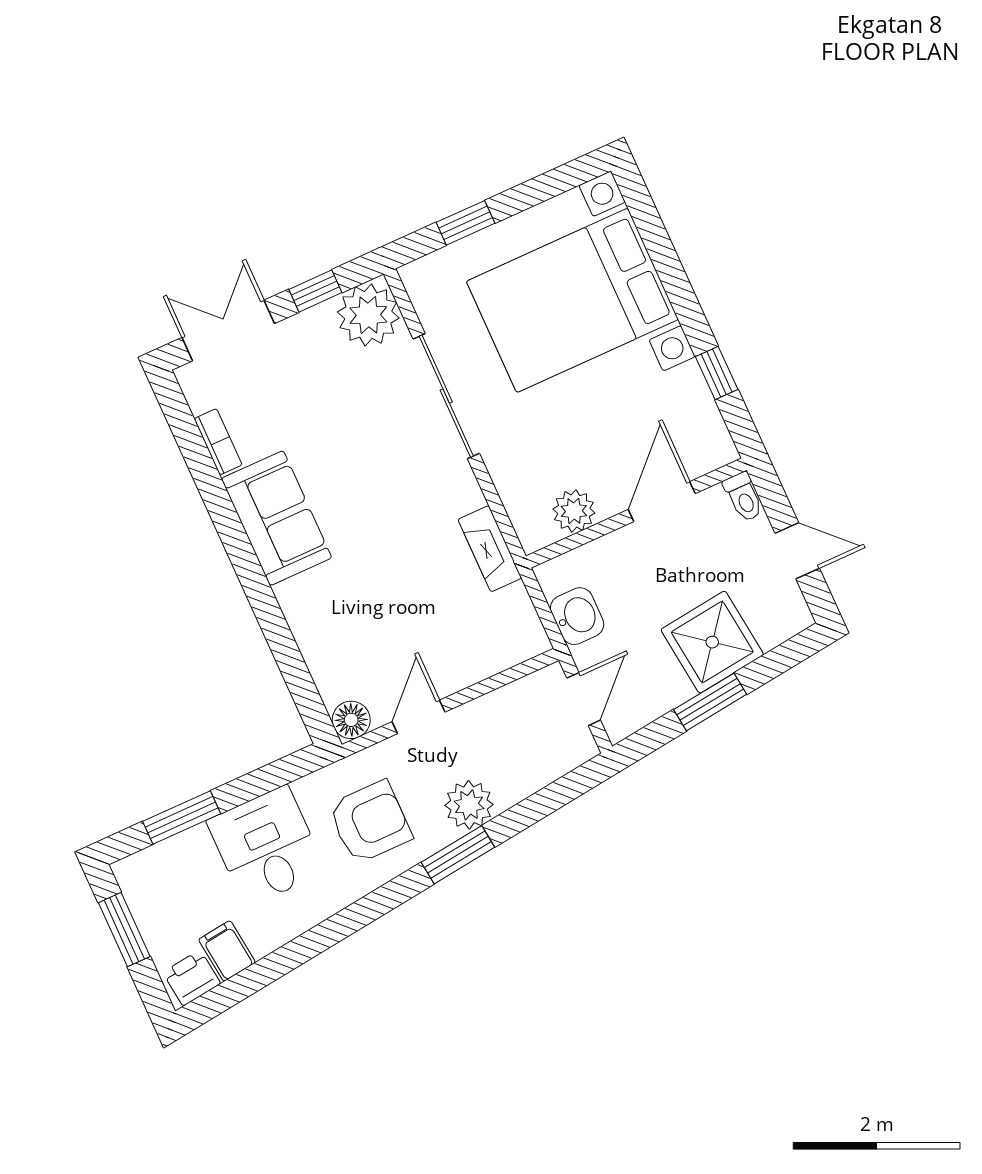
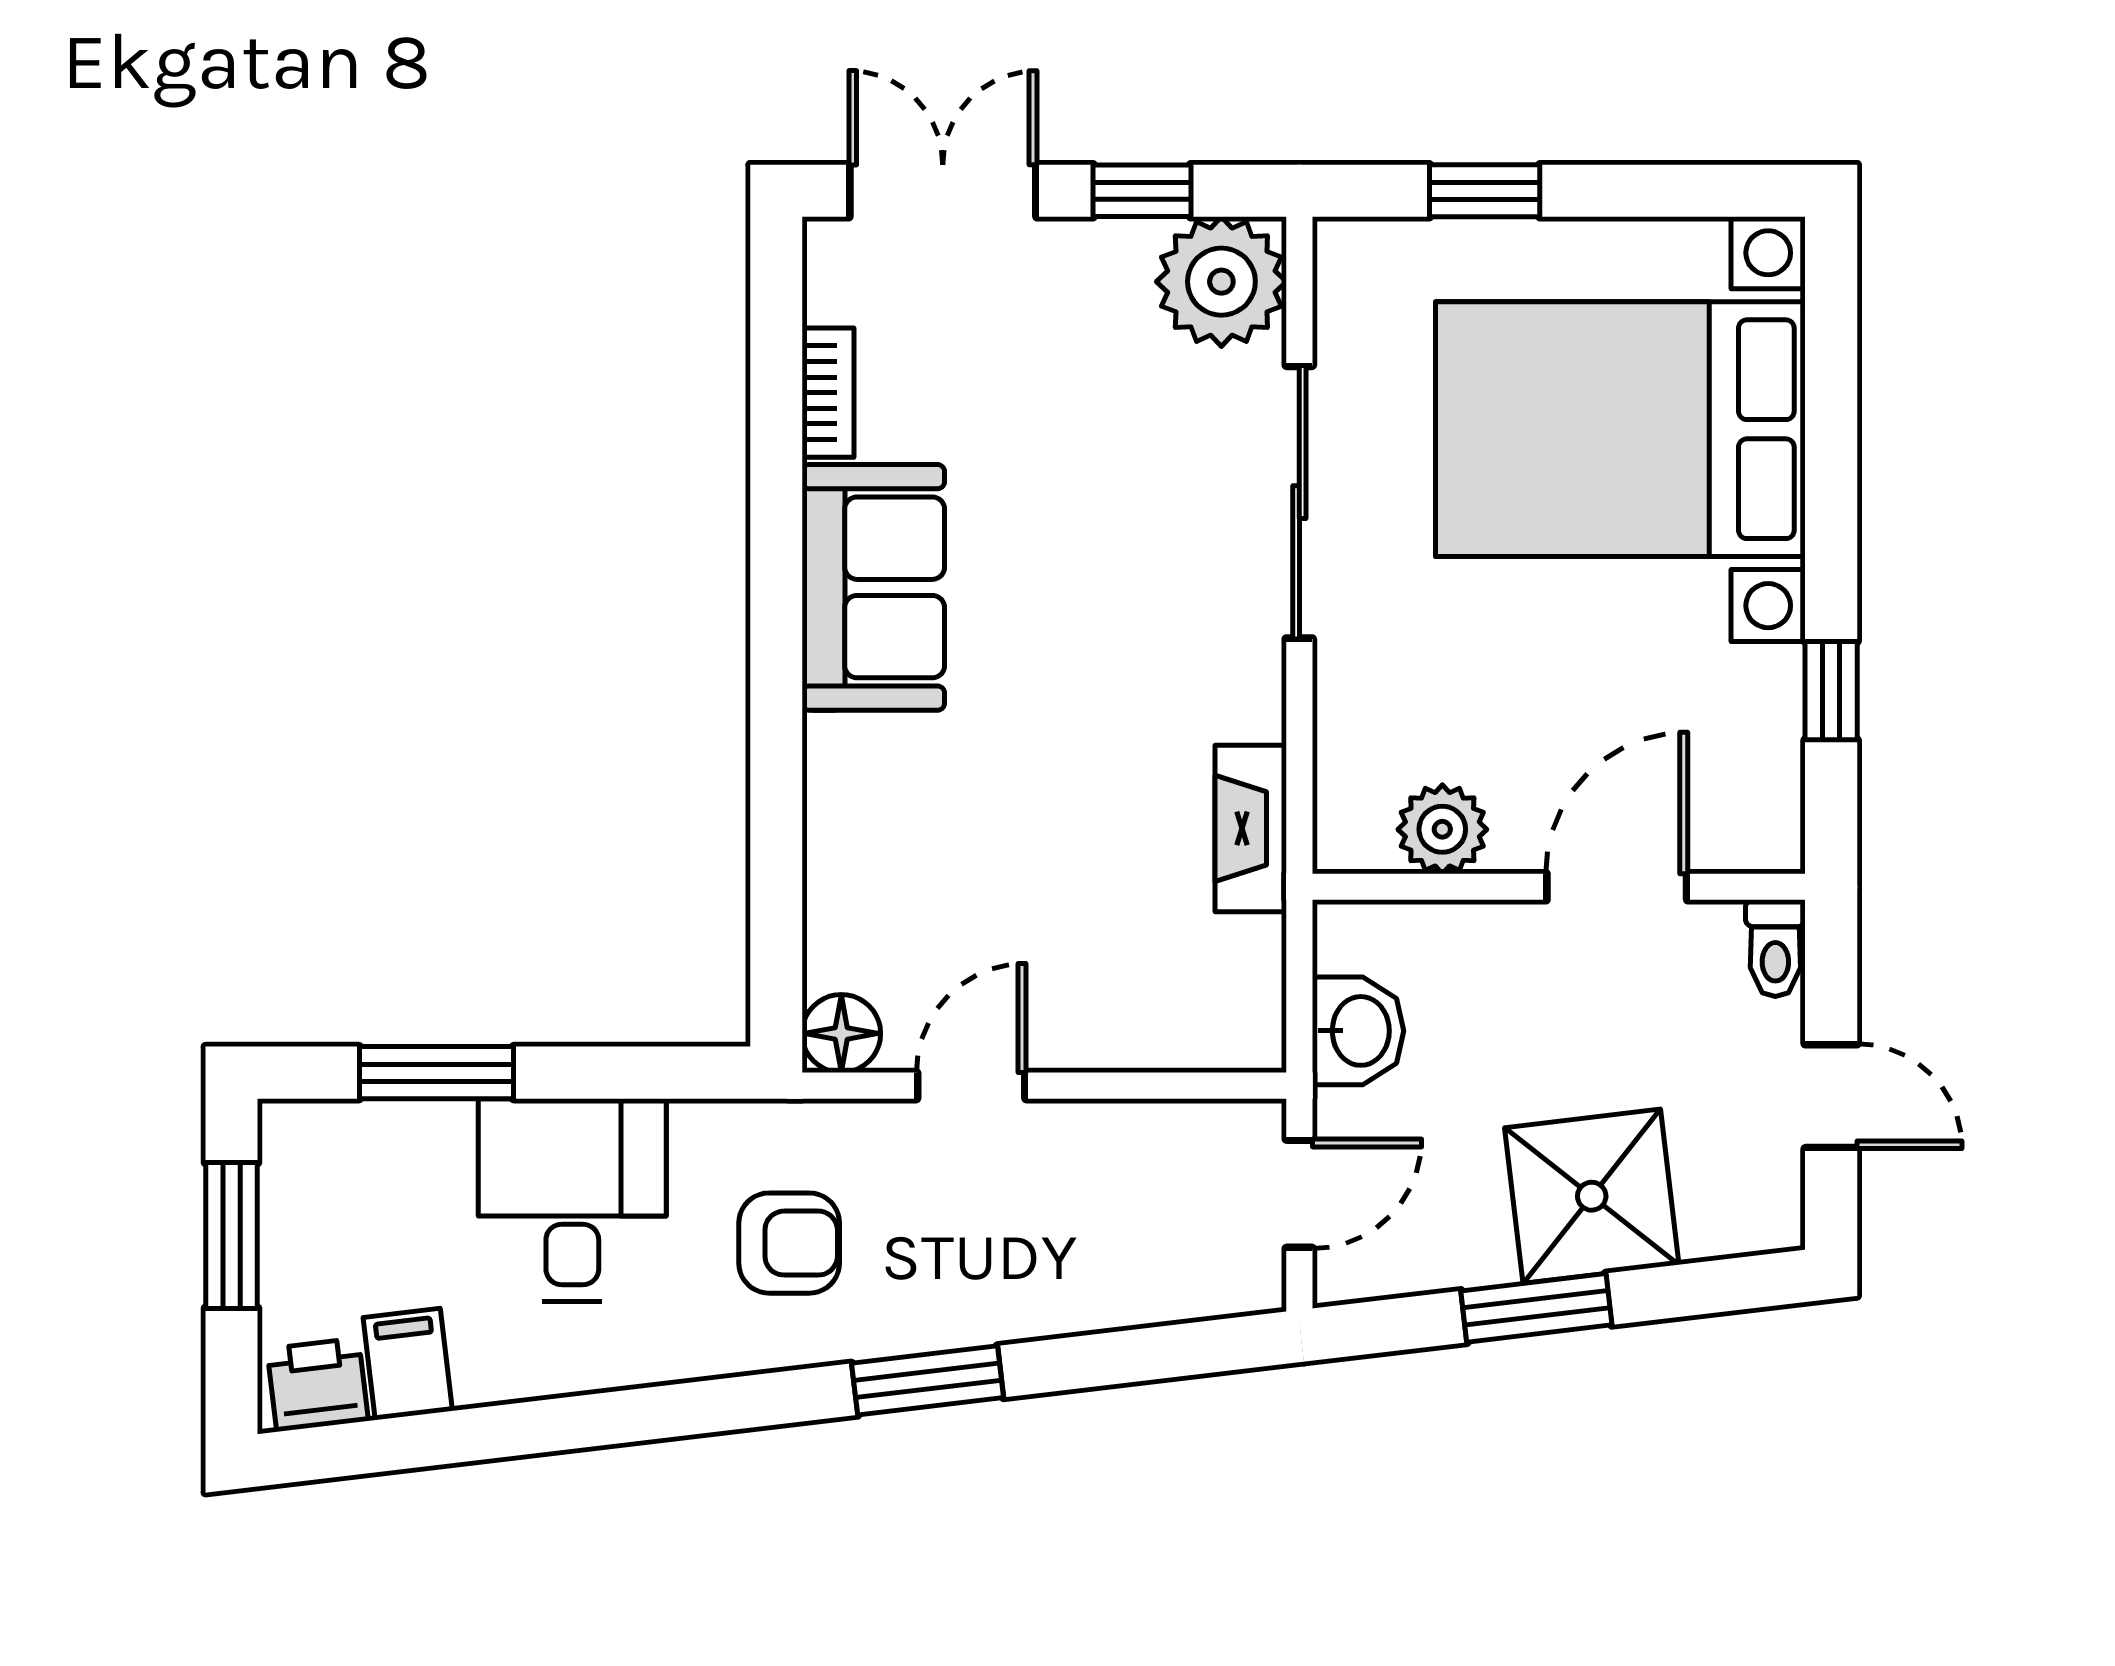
plant: (469, 805) -> (991, 1296), removed
armchair: (370, 822) -> (789, 1243), width x0.72, depth x0.72

